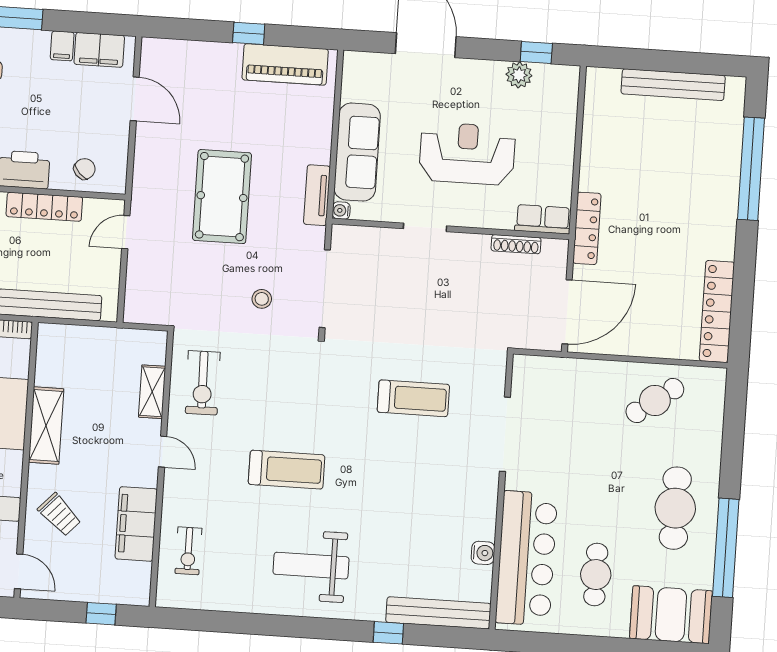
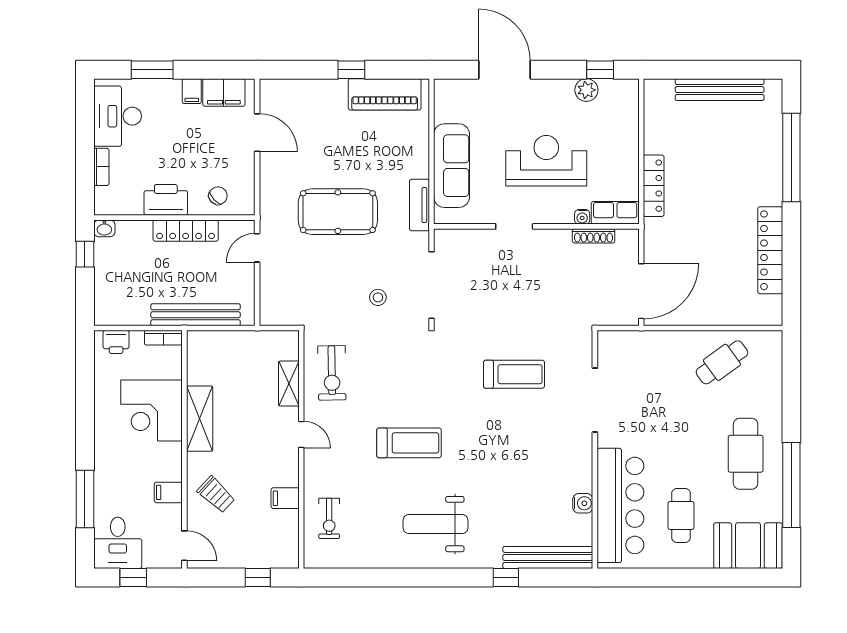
pool table: (222, 197) -> (338, 212), turned 90
water cooler: (341, 210) -> (582, 217), moved, turned -90
locker: (587, 228) -> (654, 186), moved
locker: (717, 311) -> (770, 250), moved
filing cabinet: (136, 524) -> (285, 498), width x0.33, depth x0.86

